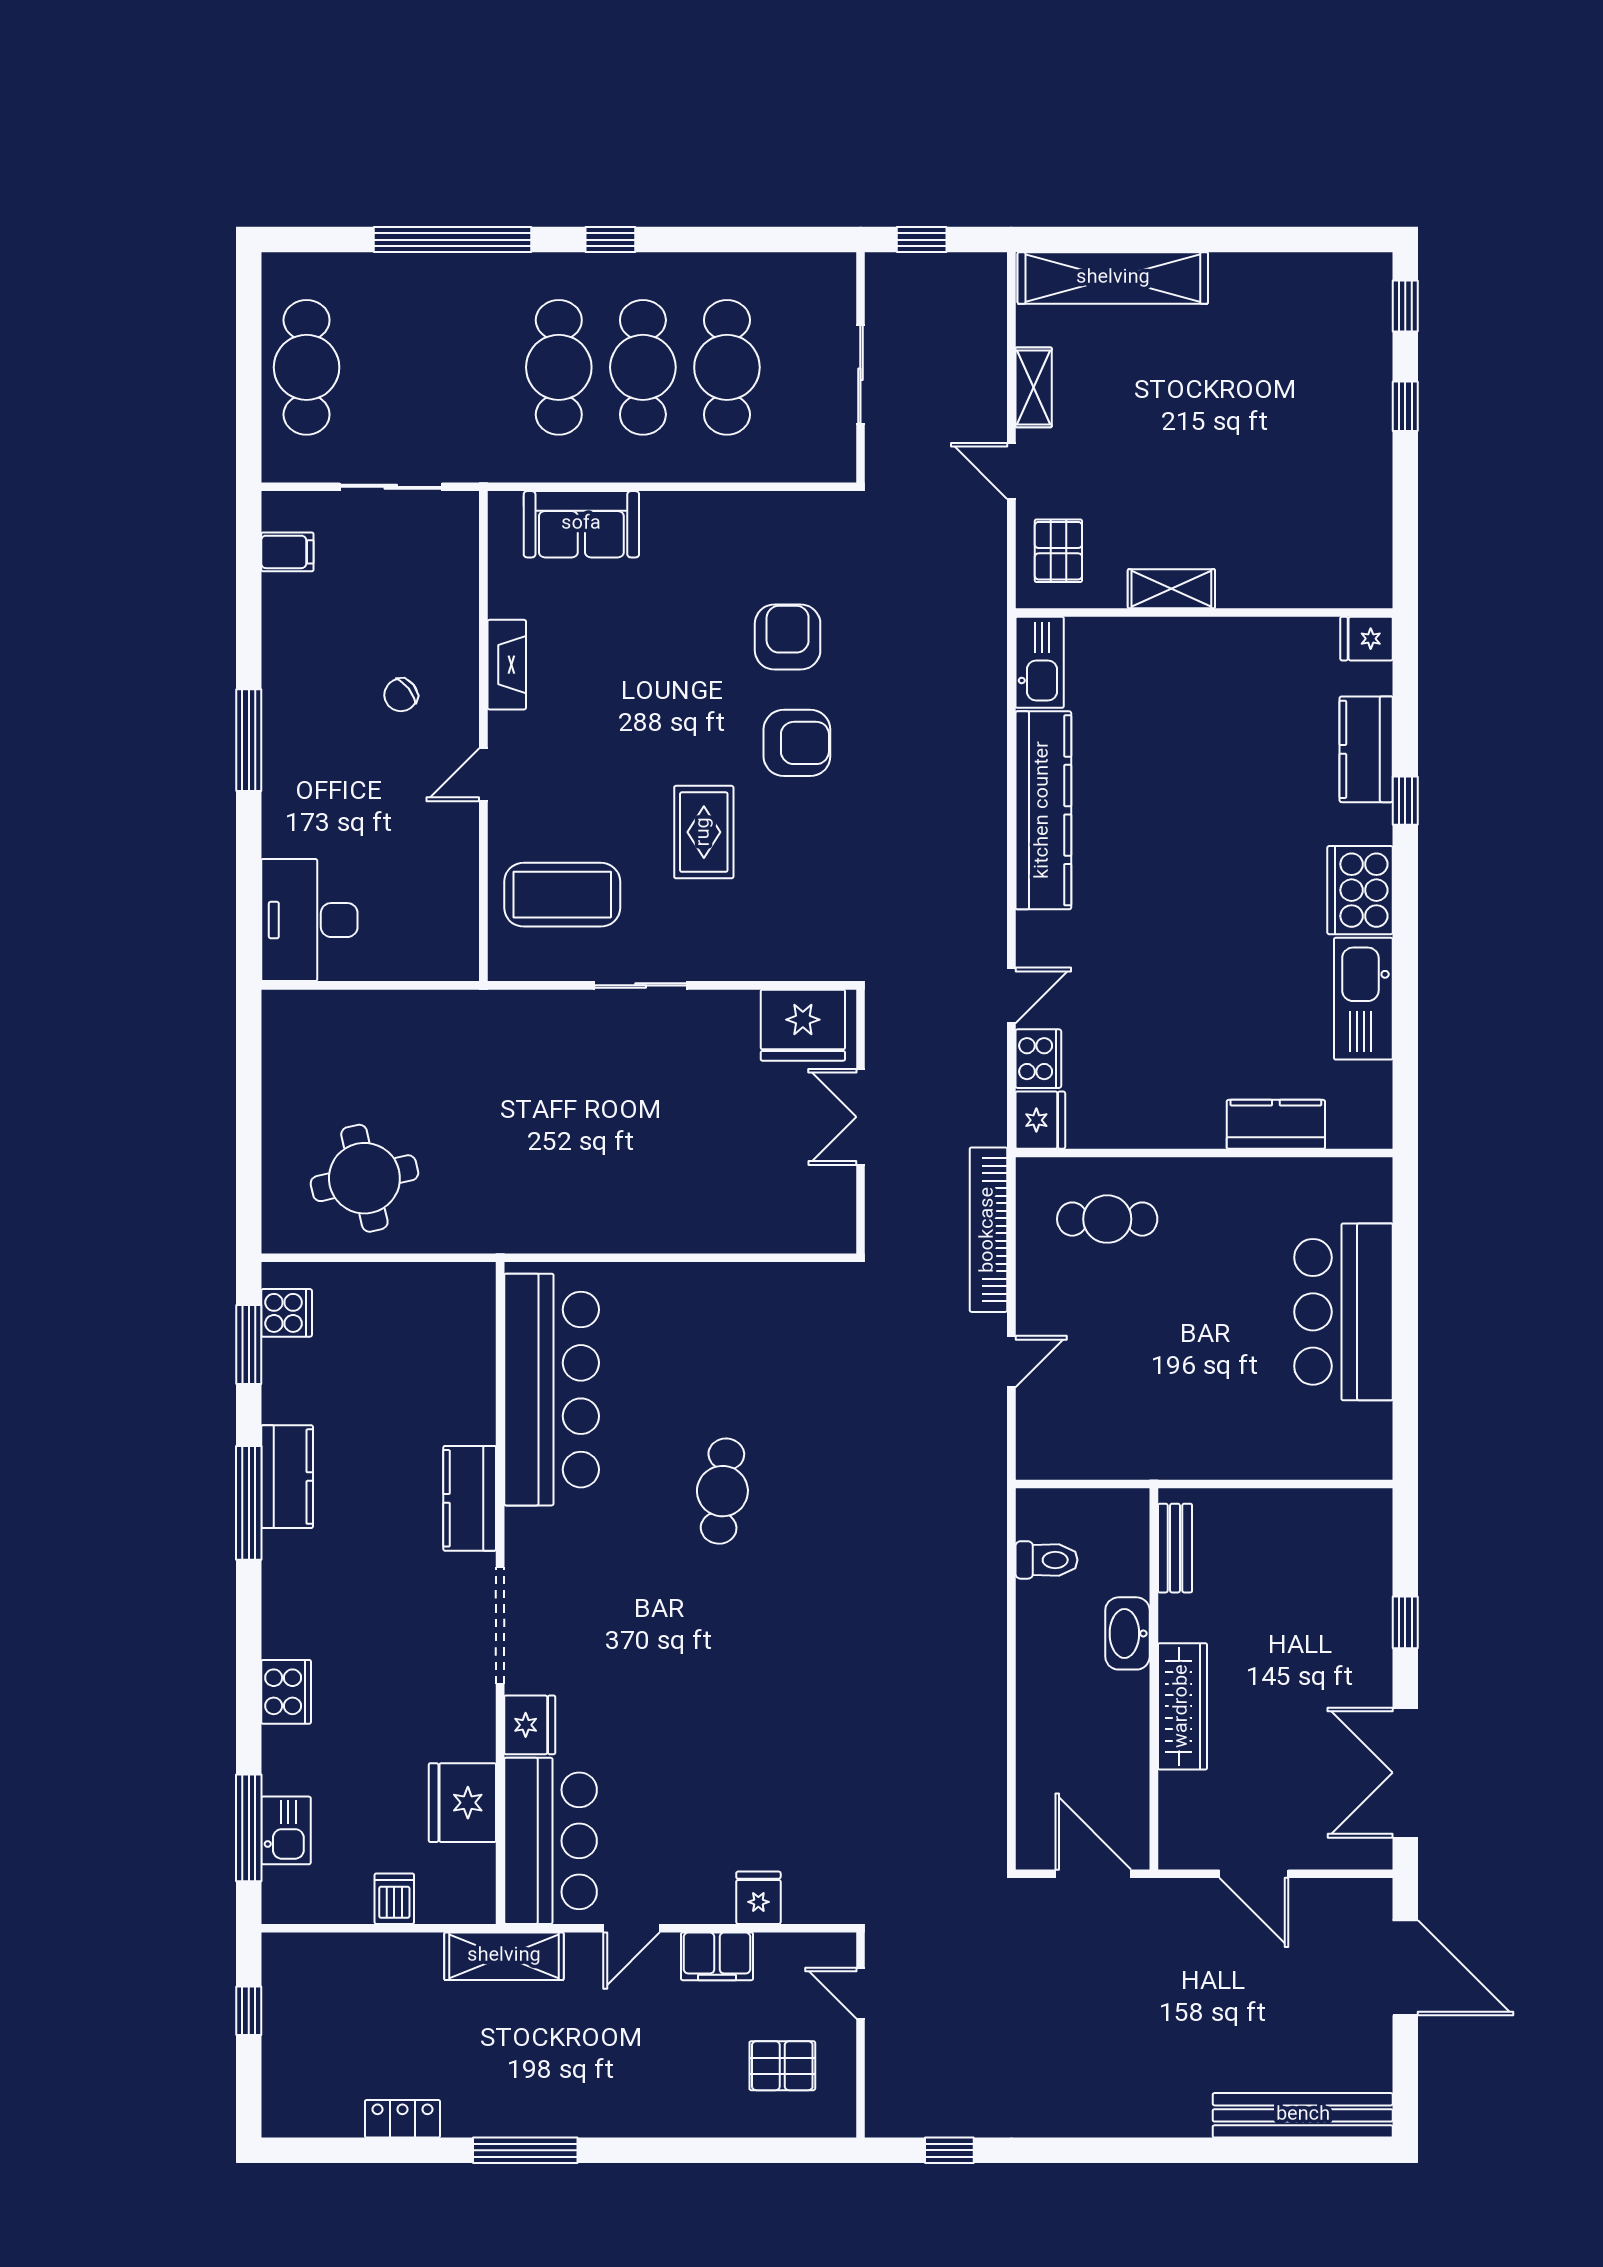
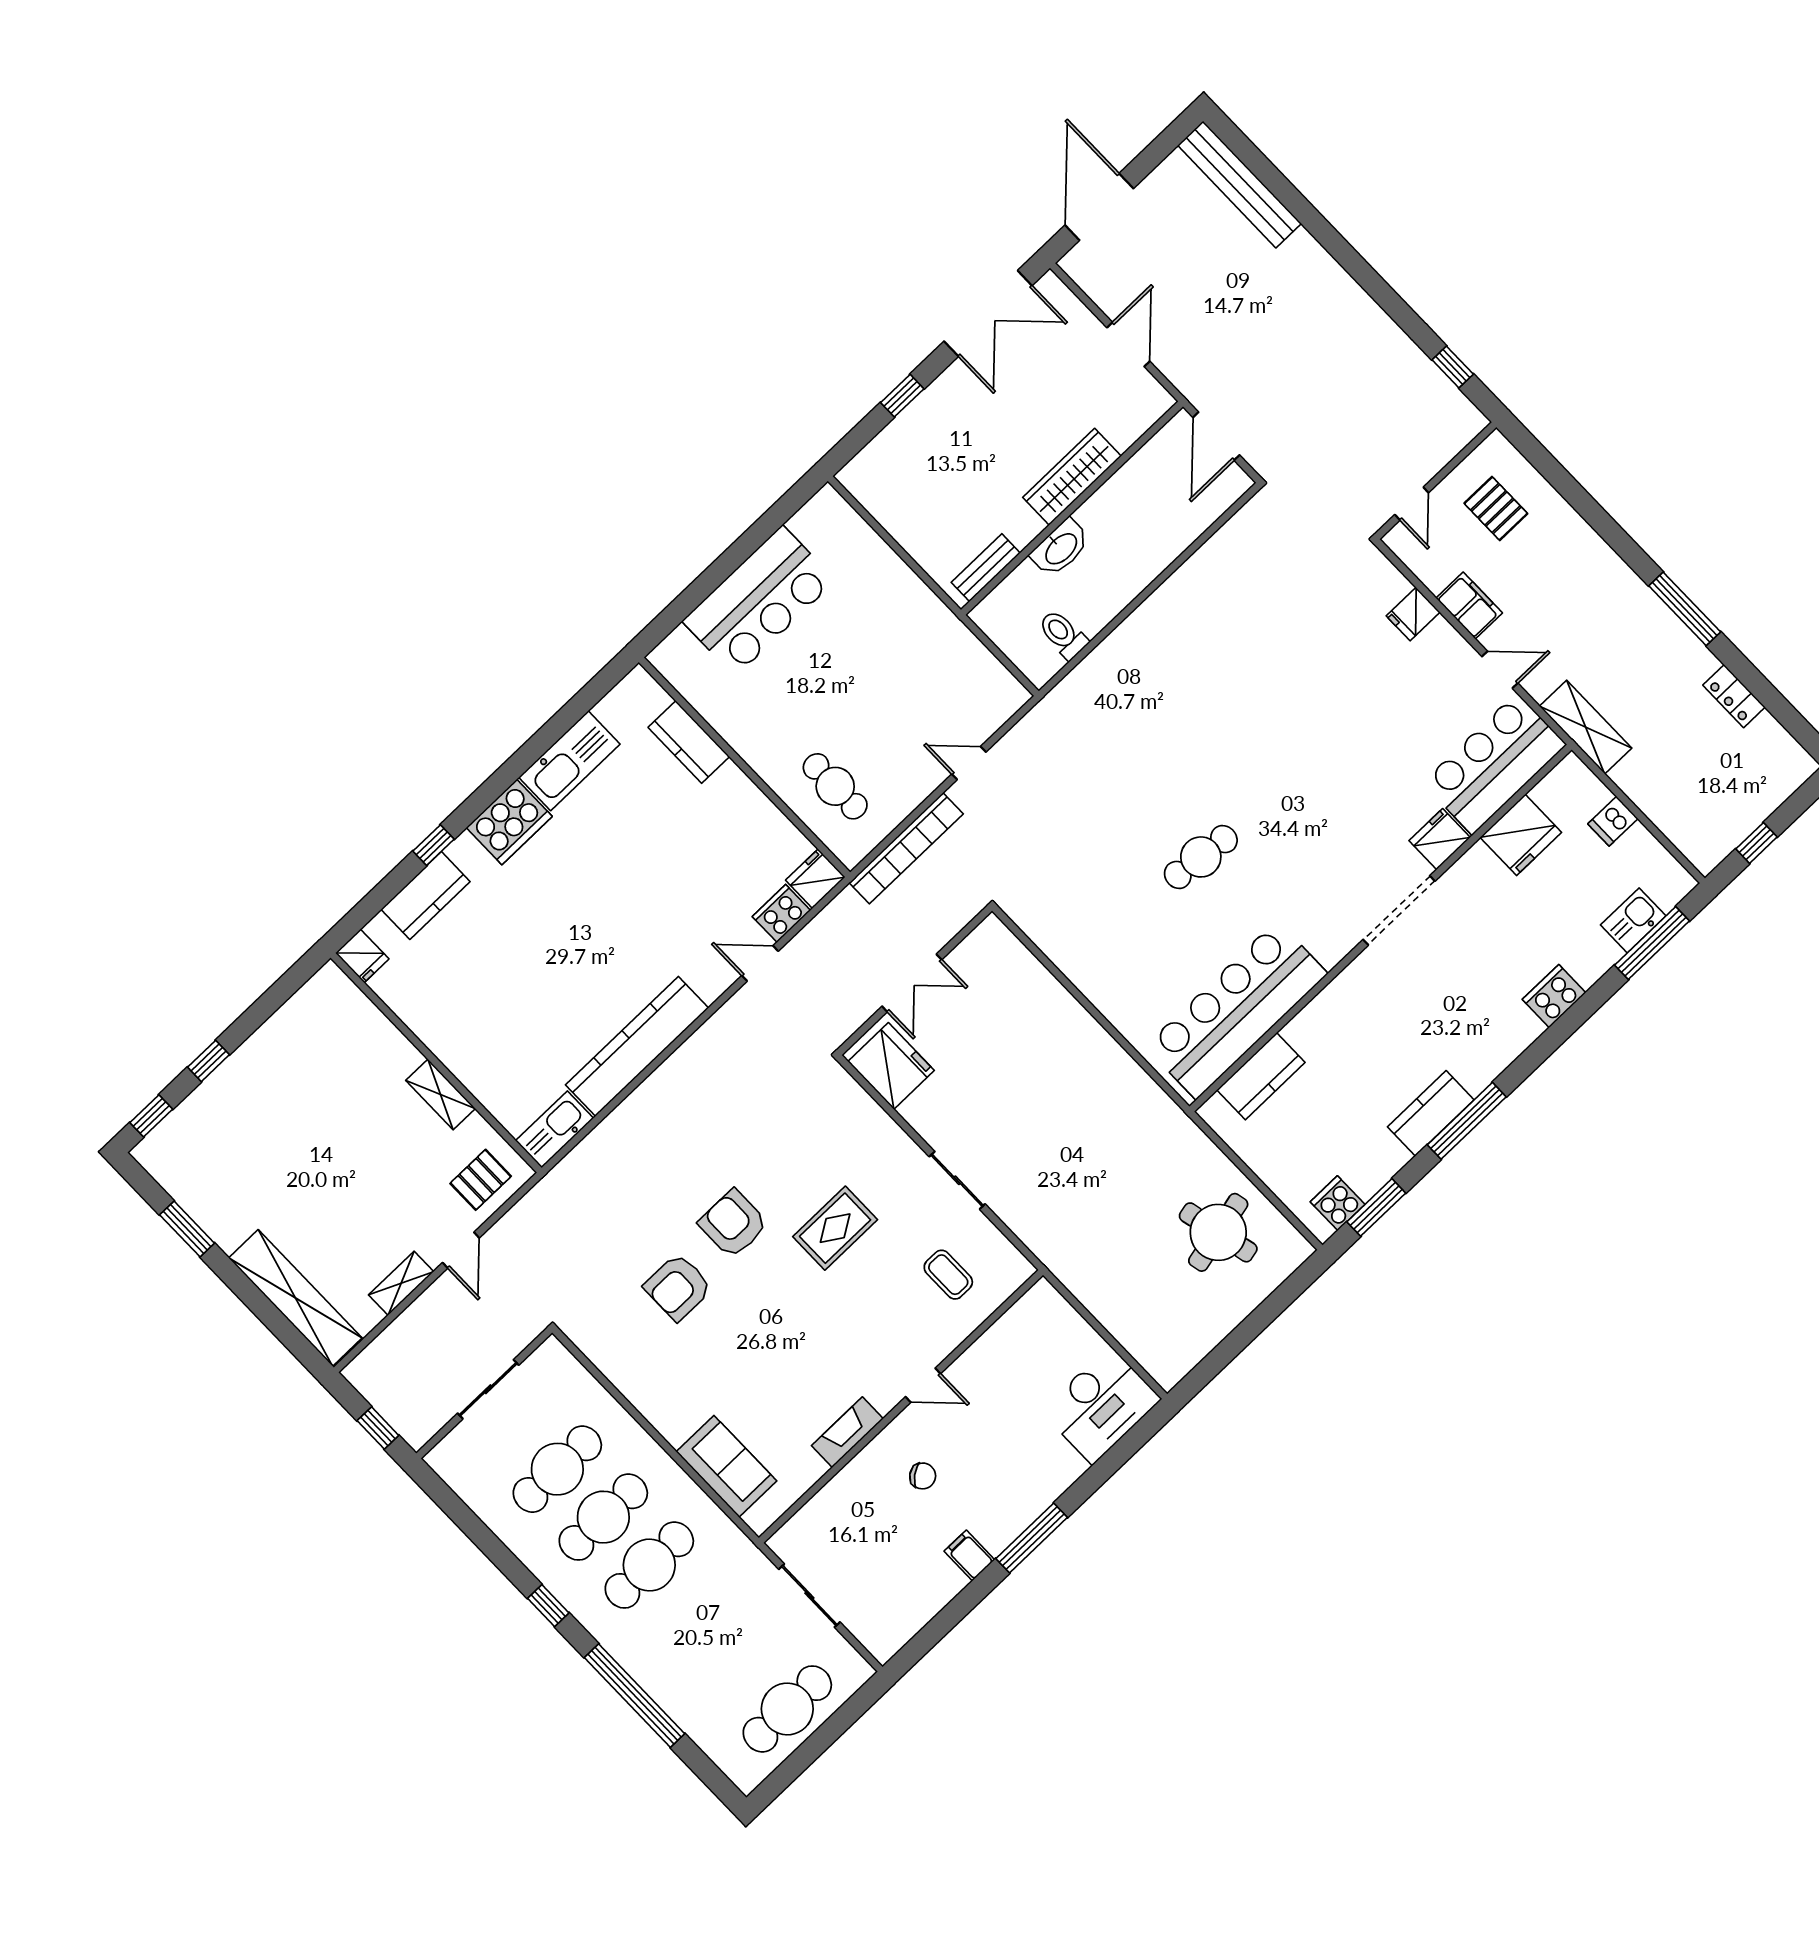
window: (1271, 240) -> (187, 1229), added
filing cabinet: (287, 552) -> (969, 1555), moved
coffee table: (562, 895) -> (948, 1275), width x0.54, depth x0.58
kitchen counter: (470, 1498) -> (1261, 1076), moved

